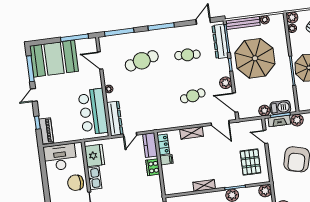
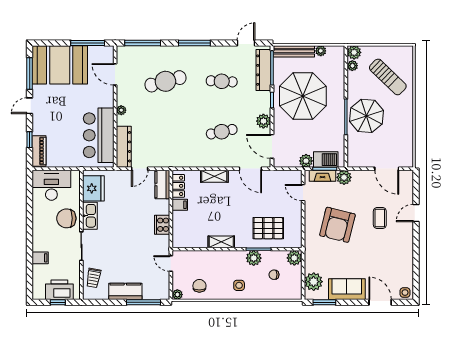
pallet: (250, 162) -> (268, 228), moved, turned 90
cooker: (153, 167) -> (162, 225), moved

